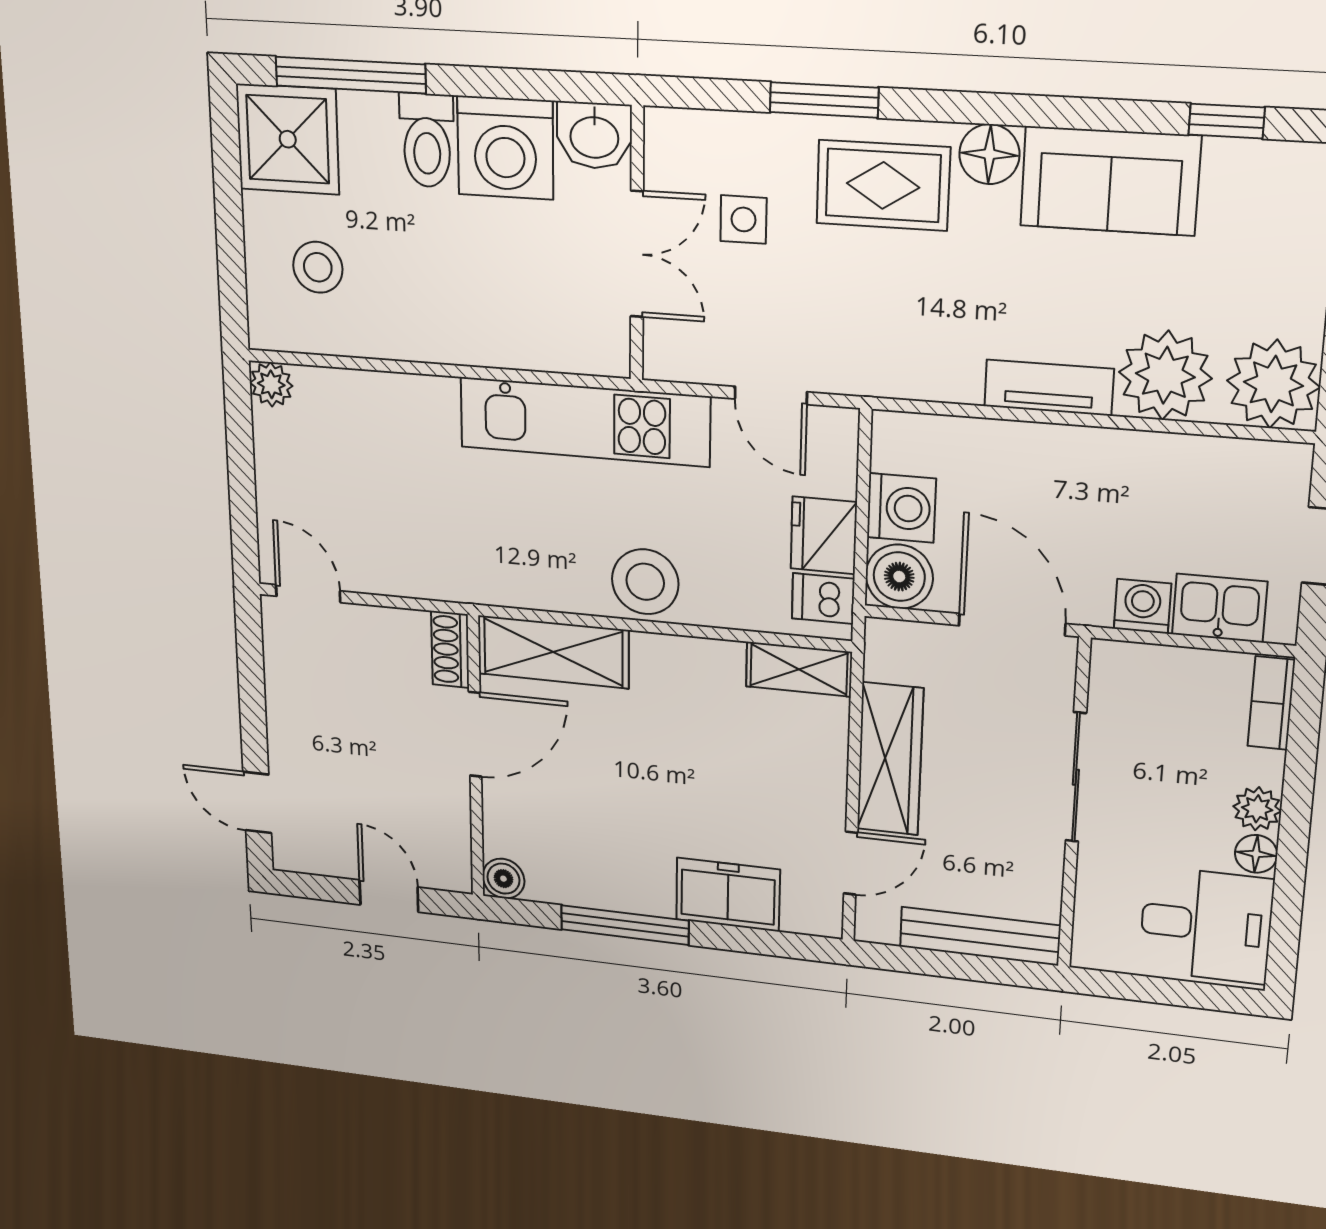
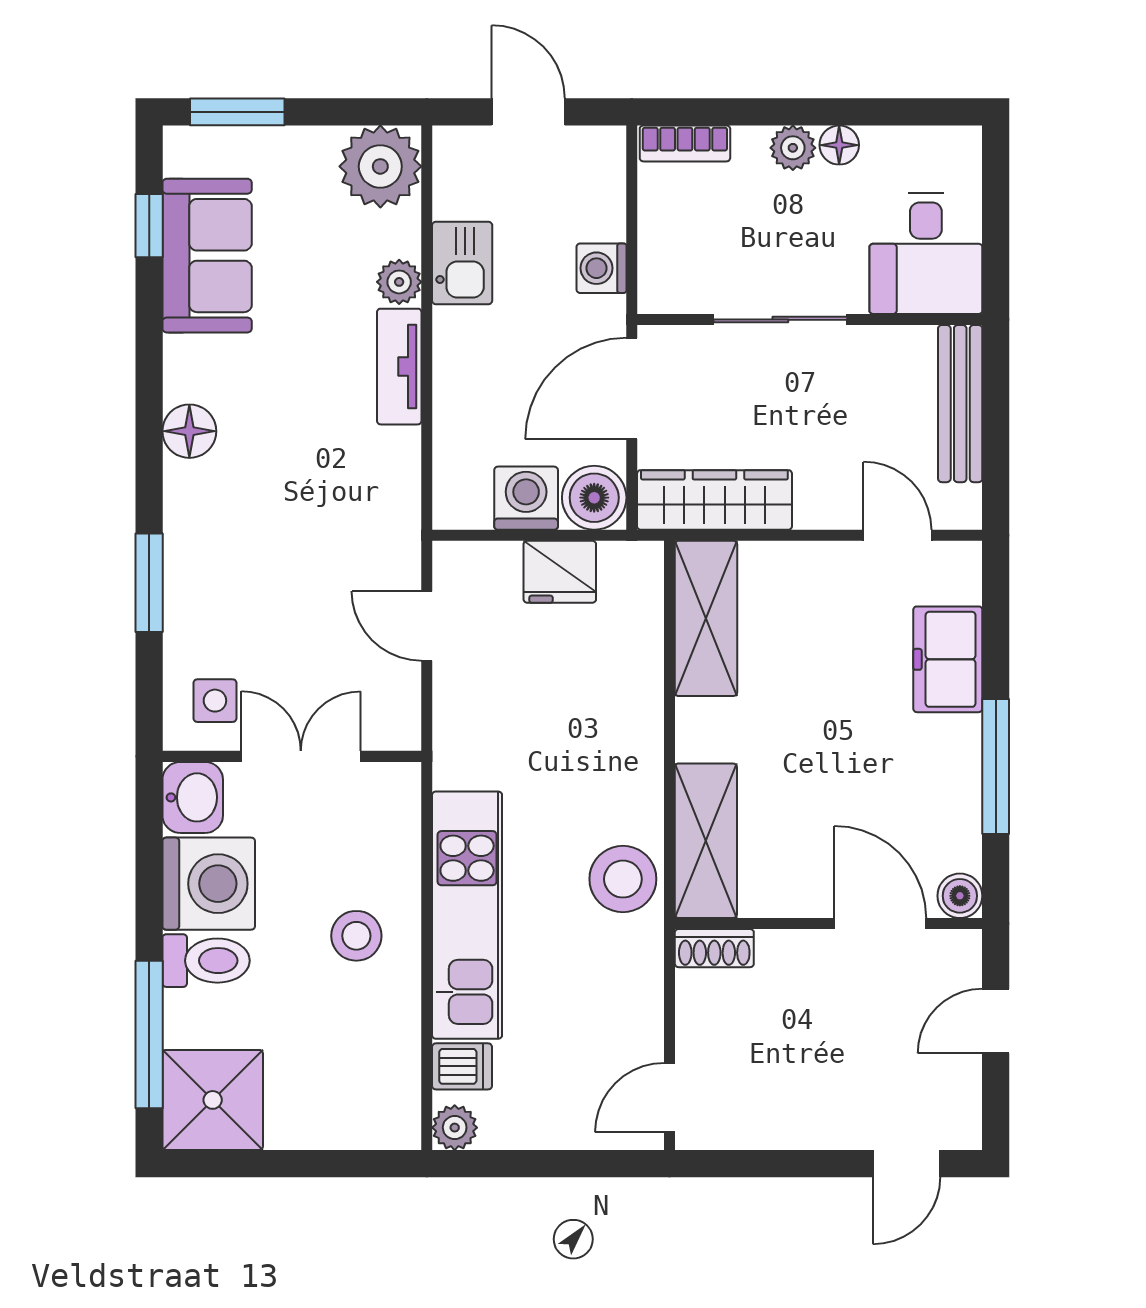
sofa: (1110, 181) -> (207, 256), moved
rug: (883, 185) -> (223, 526), removed
side table: (743, 219) -> (215, 701), moved
stool: (318, 267) -> (356, 936), moved
plant: (1165, 375) -> (399, 282), width x0.53, depth x0.53
door: (771, 395) -> (427, 626), swing flipped
kitchen unit: (584, 422) -> (467, 915), moved
stool: (645, 582) -> (623, 879), moved
dishwasher: (823, 599) -> (462, 1066), moved, turned -90
kitchen sink: (1220, 608) -> (462, 263), moved, turned 180
shelving: (799, 669) -> (706, 618), width x1.50, depth x1.33
door: (475, 734) -> (880, 924), moved
wardrobe: (890, 759) -> (714, 500), moved
desk: (1206, 925) -> (926, 253), moved, turned 180

